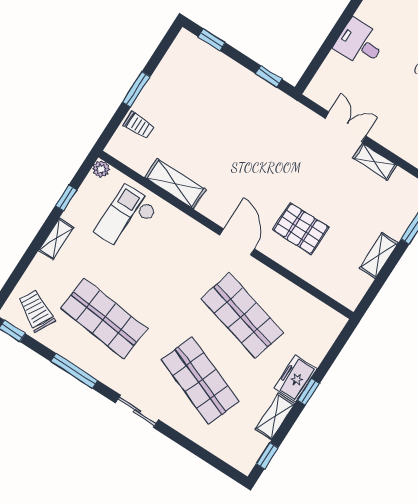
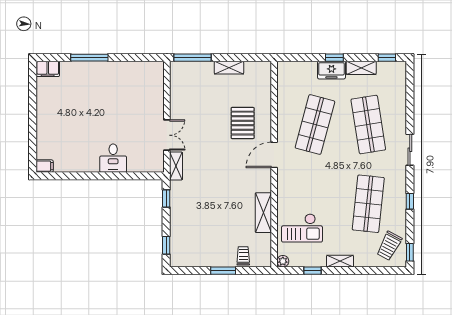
double door: (345, 127) -> (167, 135), swing flipped
shelving: (375, 162) -> (176, 166), moved
window: (74, 371) -> (410, 201), width x0.46
shop shelf: (200, 381) -> (368, 125), turned -30

